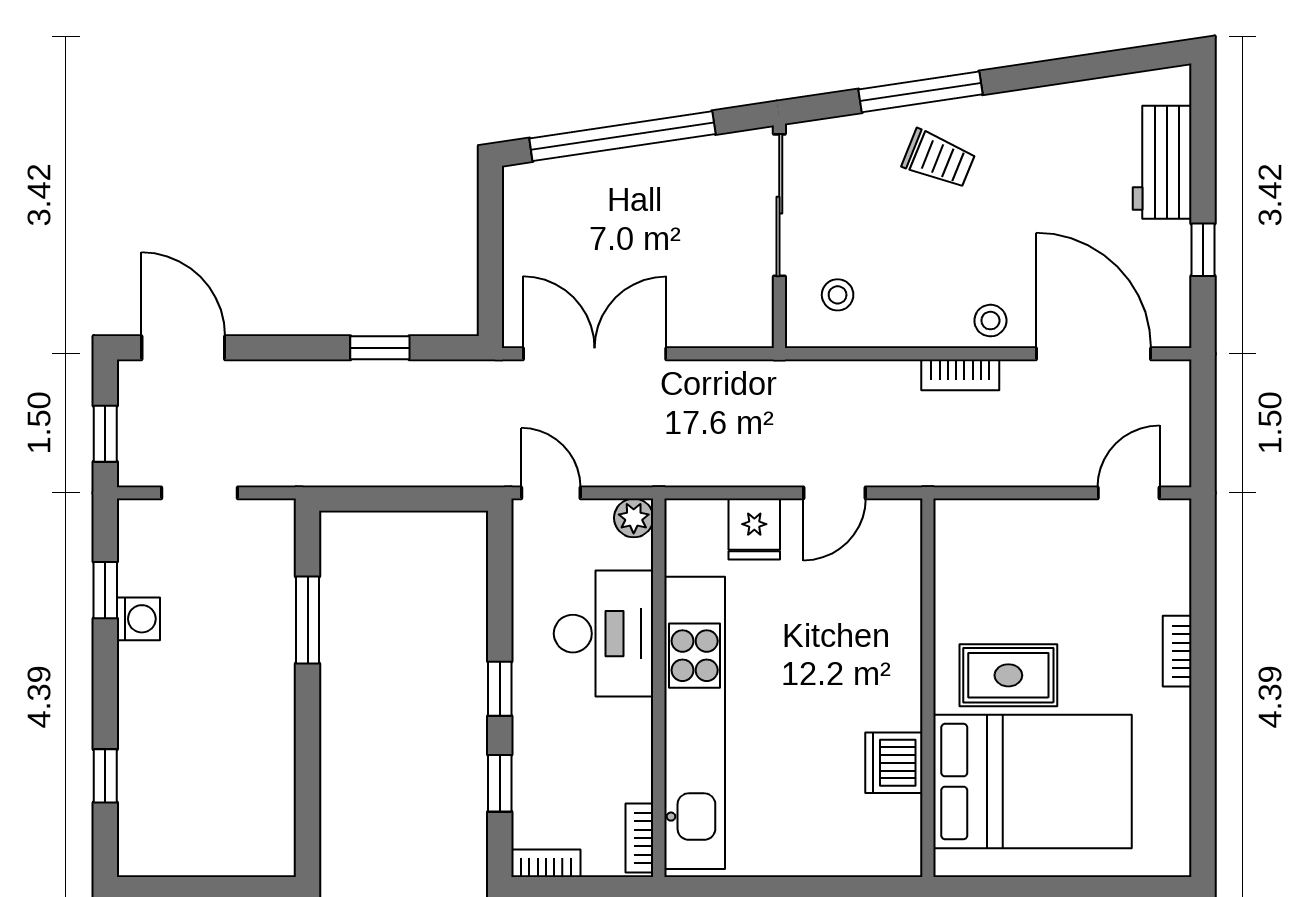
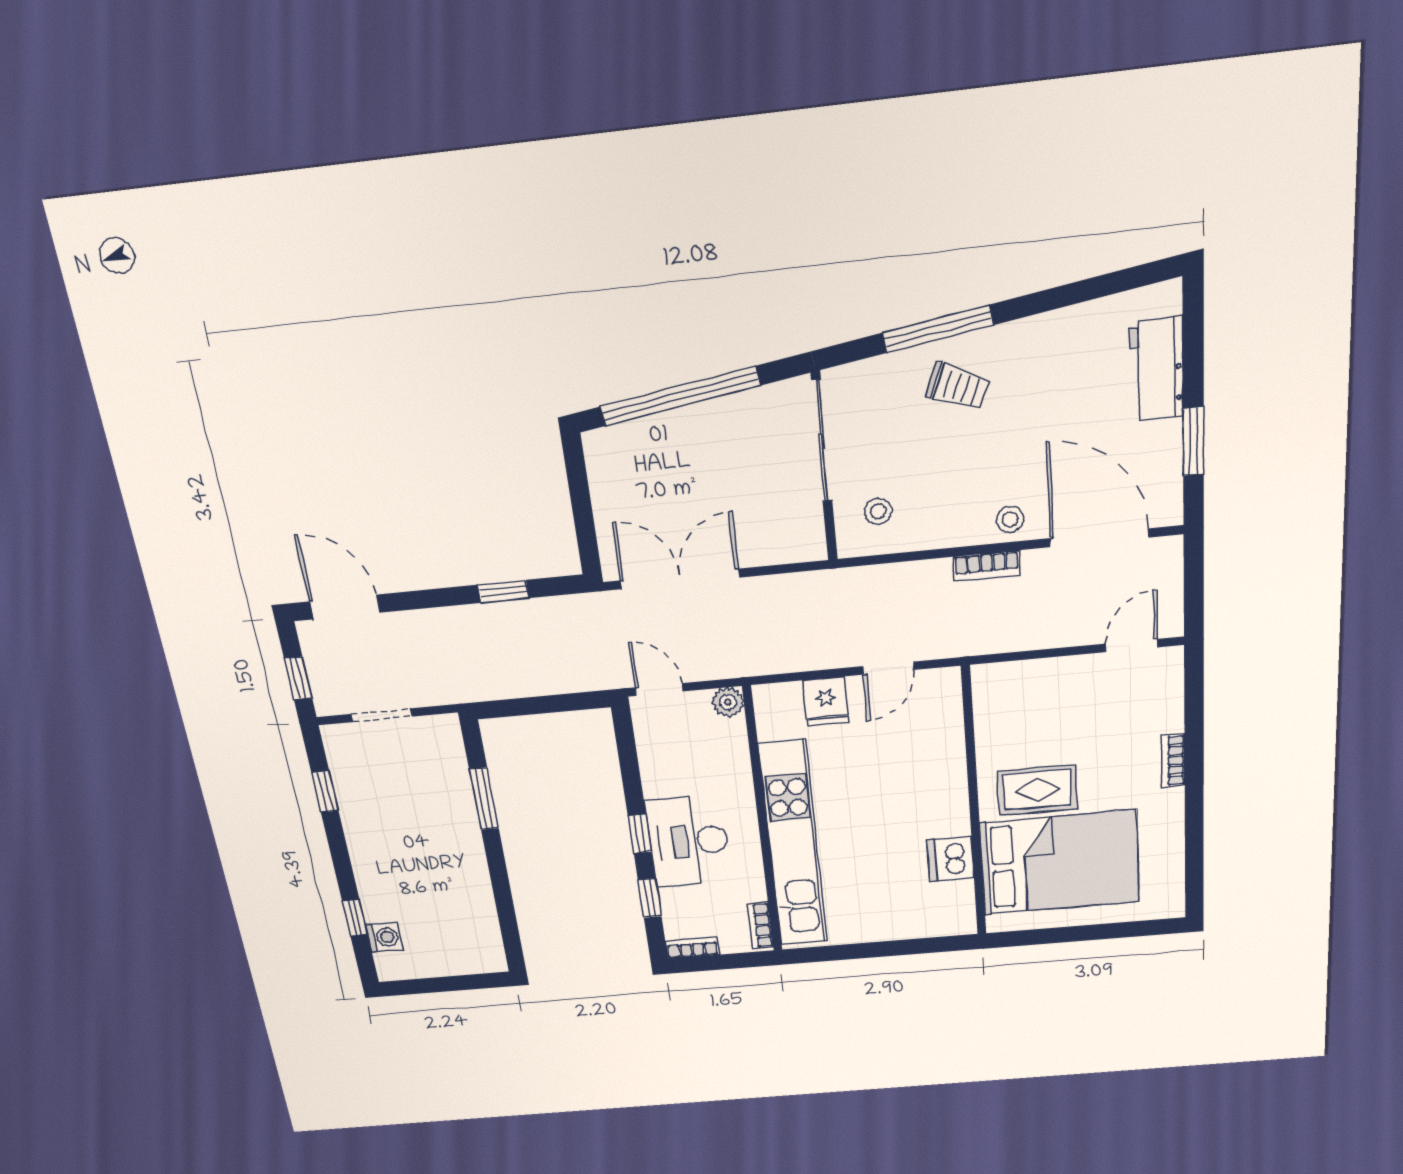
window: (1203, 250) -> (1193, 441), width x1.50
washing machine: (138, 619) -> (384, 937), moved
desk: (604, 634) -> (689, 841), moved, turned 180

